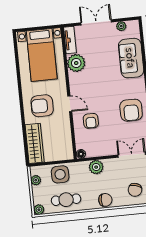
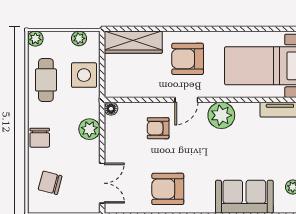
plant: (76, 63) -> (221, 115), moved
armchair: (42, 106) -> (188, 59), turned -90

